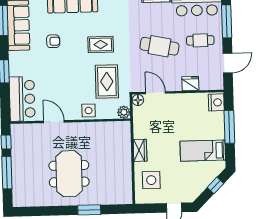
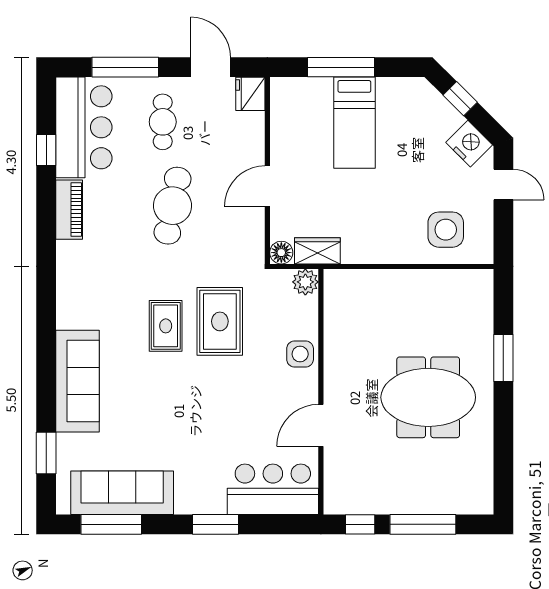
armchair: (53, 41) -> (157, 423), removed
rug: (107, 82) -> (220, 321), moved, turned 90
fridge: (190, 84) -> (250, 94), moved
door: (155, 93) -> (267, 186), moved
nightstand: (216, 102) -> (469, 144), moved, turned 45
wardrobe: (140, 150) -> (317, 251), moved
bed: (203, 151) -> (354, 123), moved

